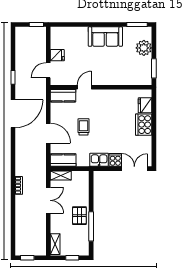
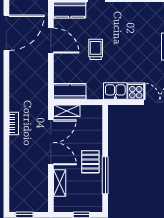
door: (48, 133) -> (51, 41), moved
double door: (48, 200) -> (51, 142), width x1.37
shelving: (55, 244) -> (60, 183), moved

